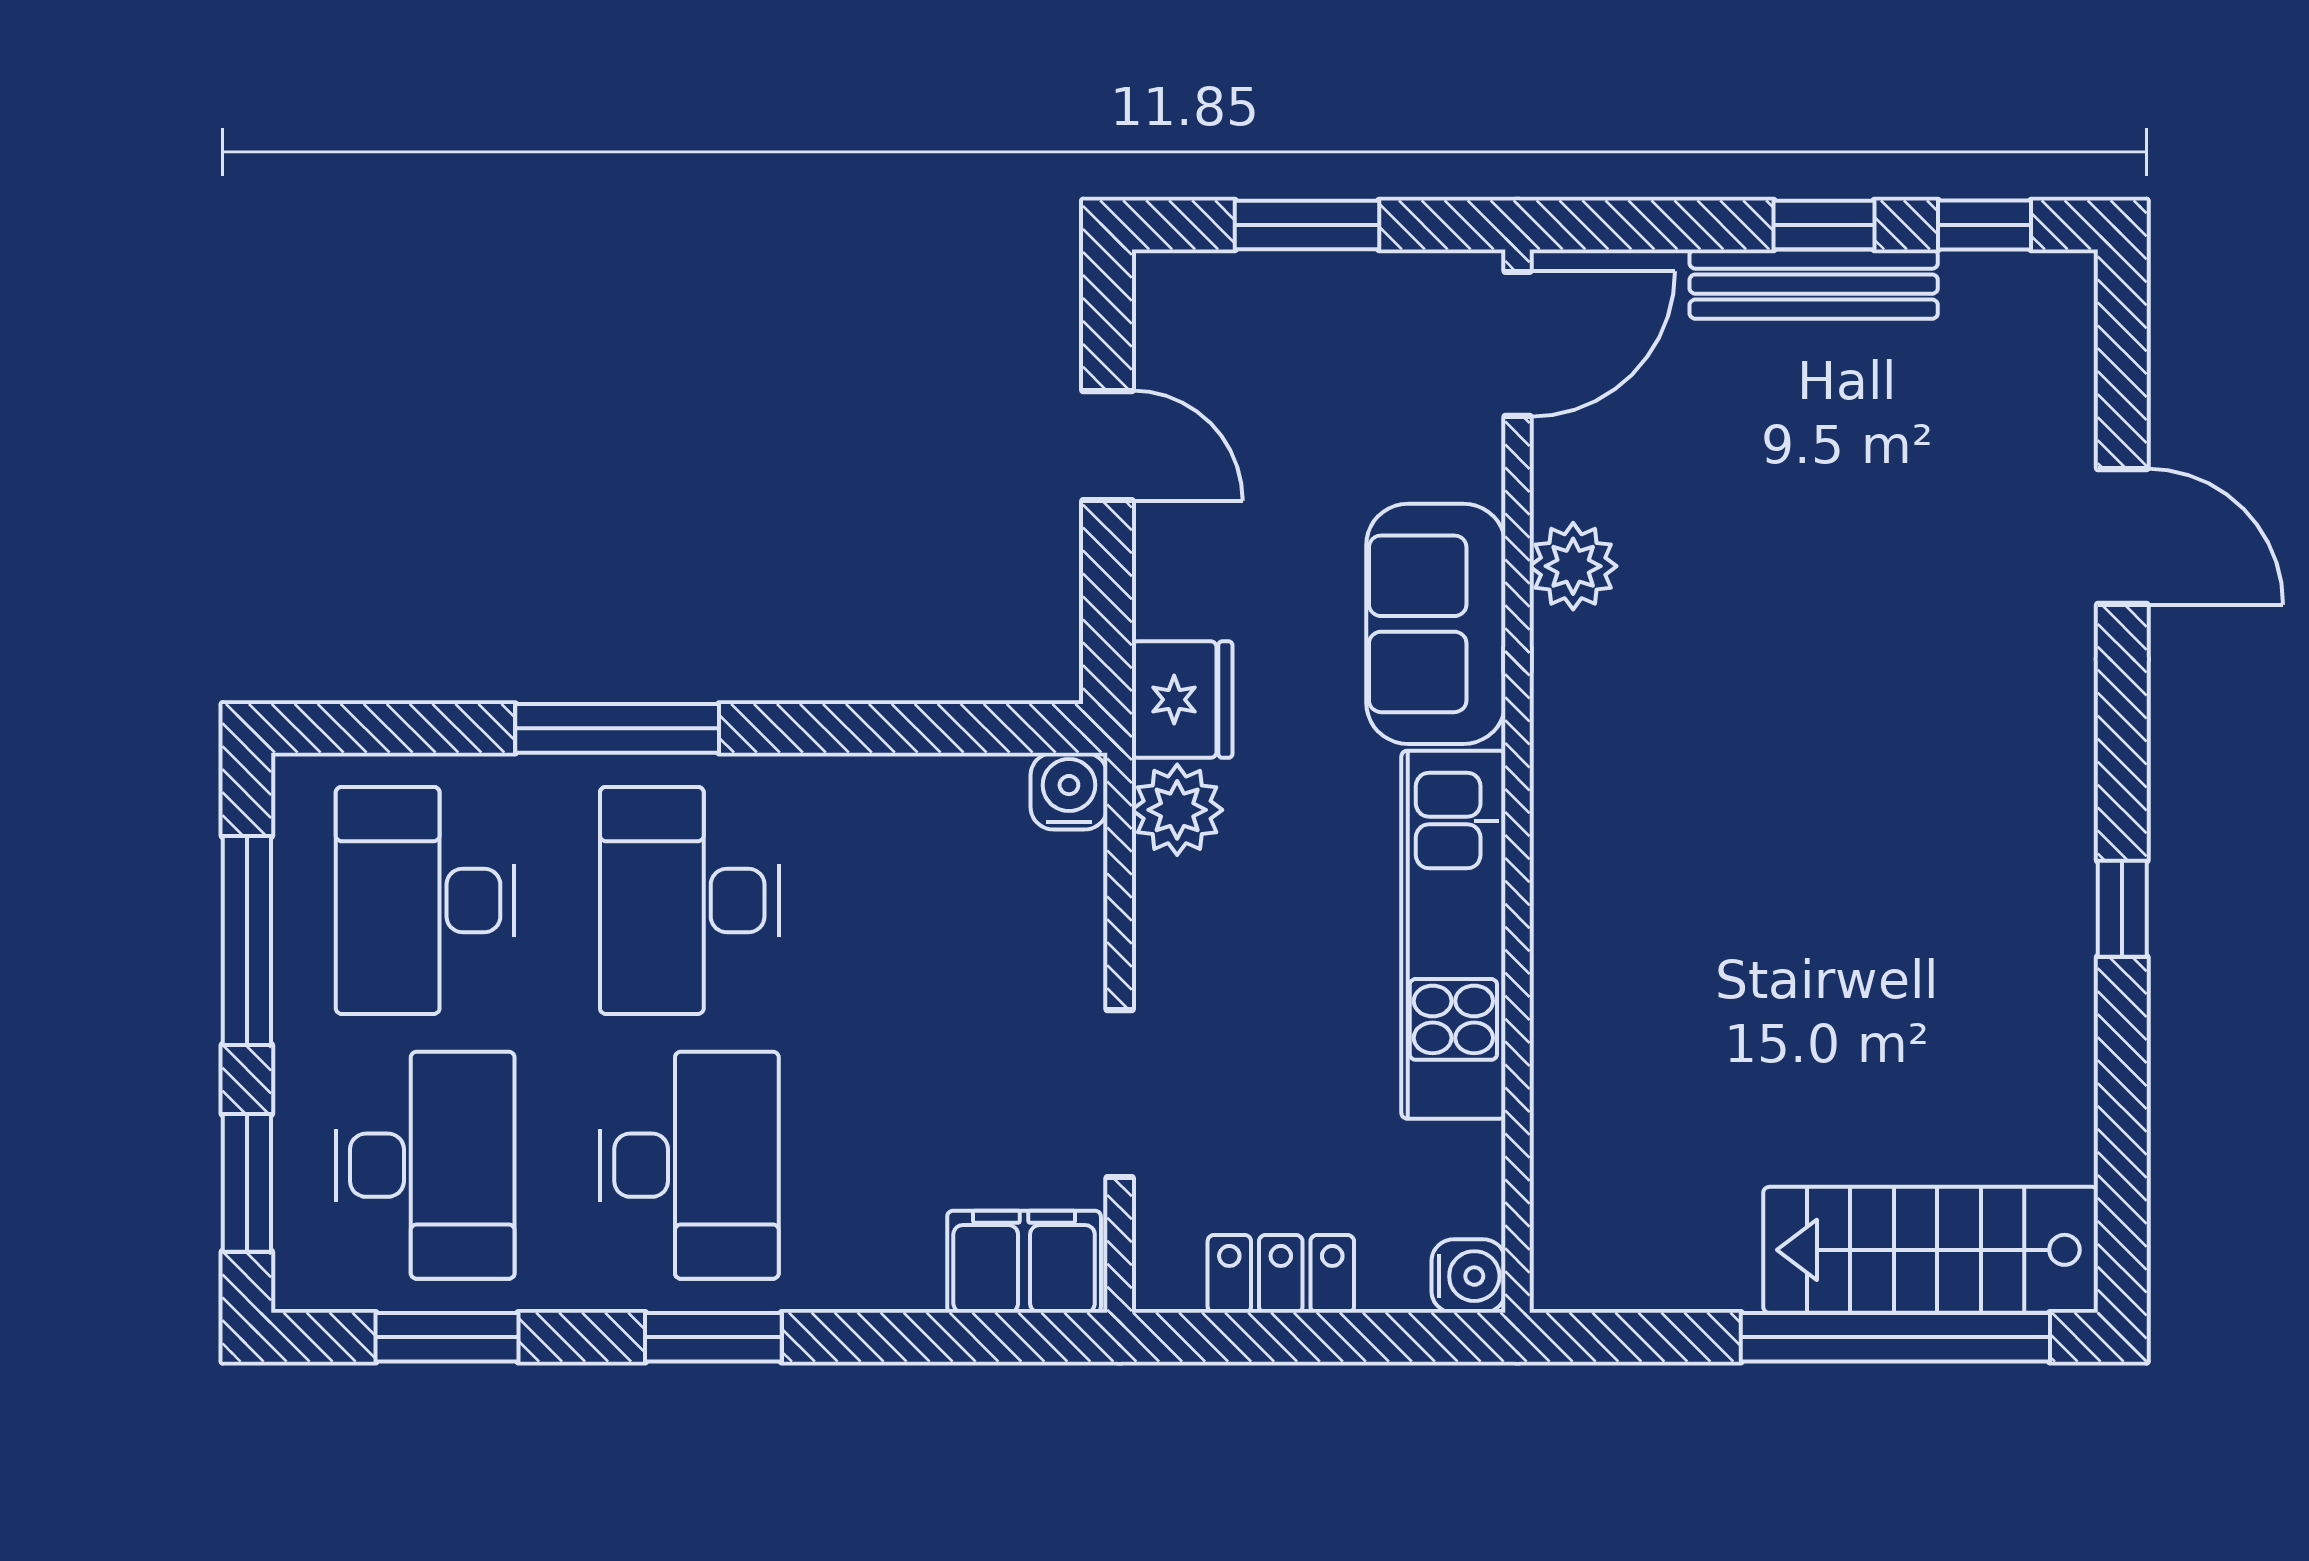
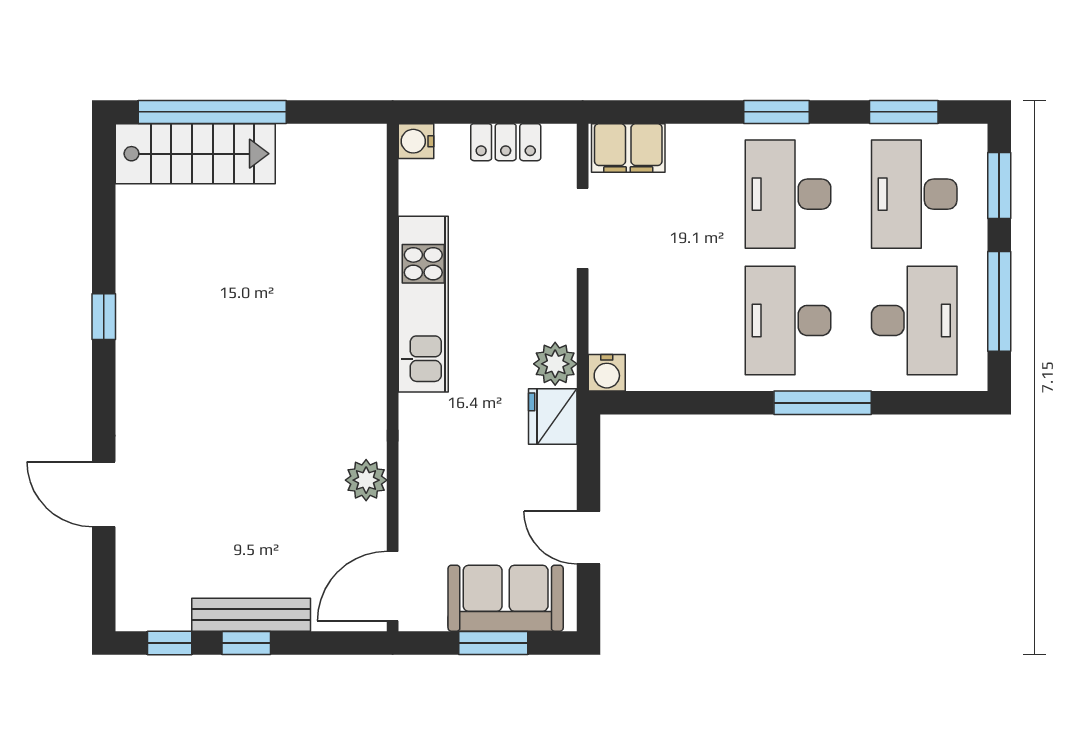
sofa: (1436, 624) -> (506, 598), moved, turned -90
desk: (689, 900) -> (788, 320), turned 180

